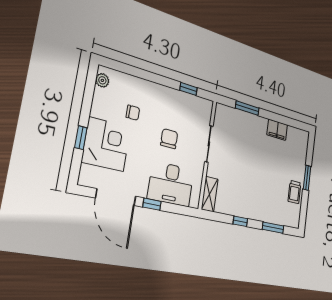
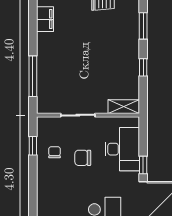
window: (247, 108) -> (33, 76), width x1.44
chair: (133, 113) -> (55, 152), moved
filing cabinet: (277, 130) -> (45, 19), moved

